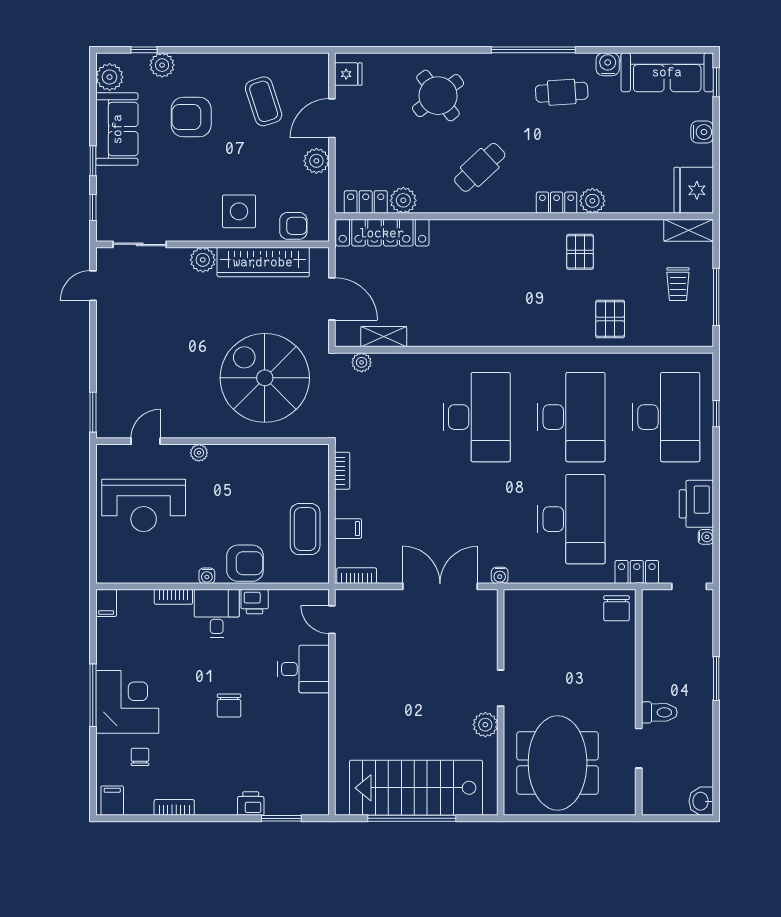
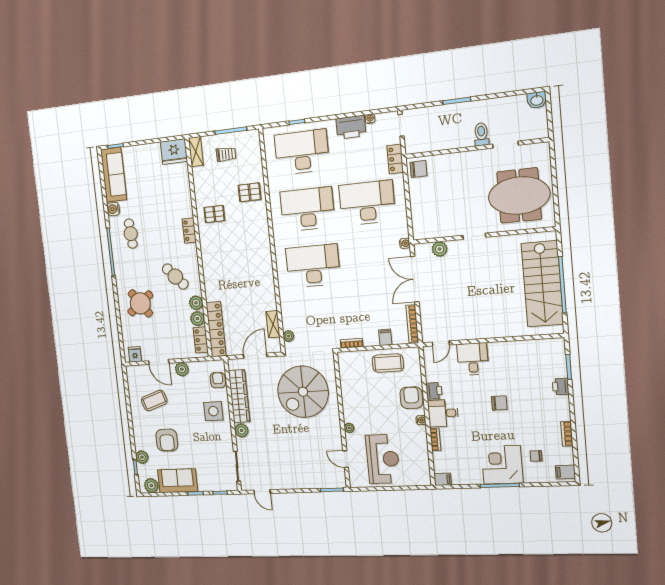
water cooler: (702, 132) -> (142, 151), removed
plant: (592, 201) -> (196, 303), moved
bookcase: (357, 576) -> (412, 324), width x1.56
plant: (485, 725) -> (440, 249), moved

